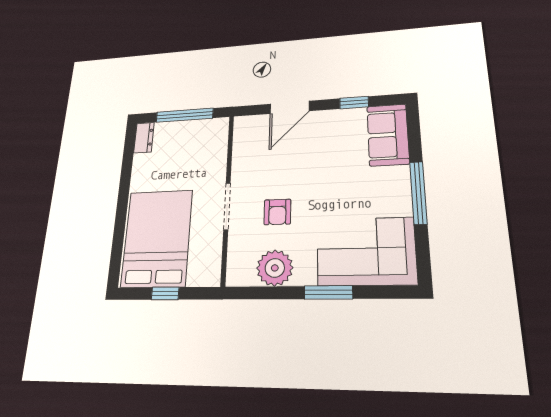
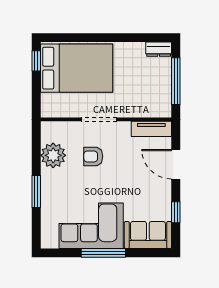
tv unit: (242, 140) -> (151, 129), added
corner sofa: (366, 251) -> (91, 226), moved, turned -90
window: (165, 293) -> (36, 61), moved

